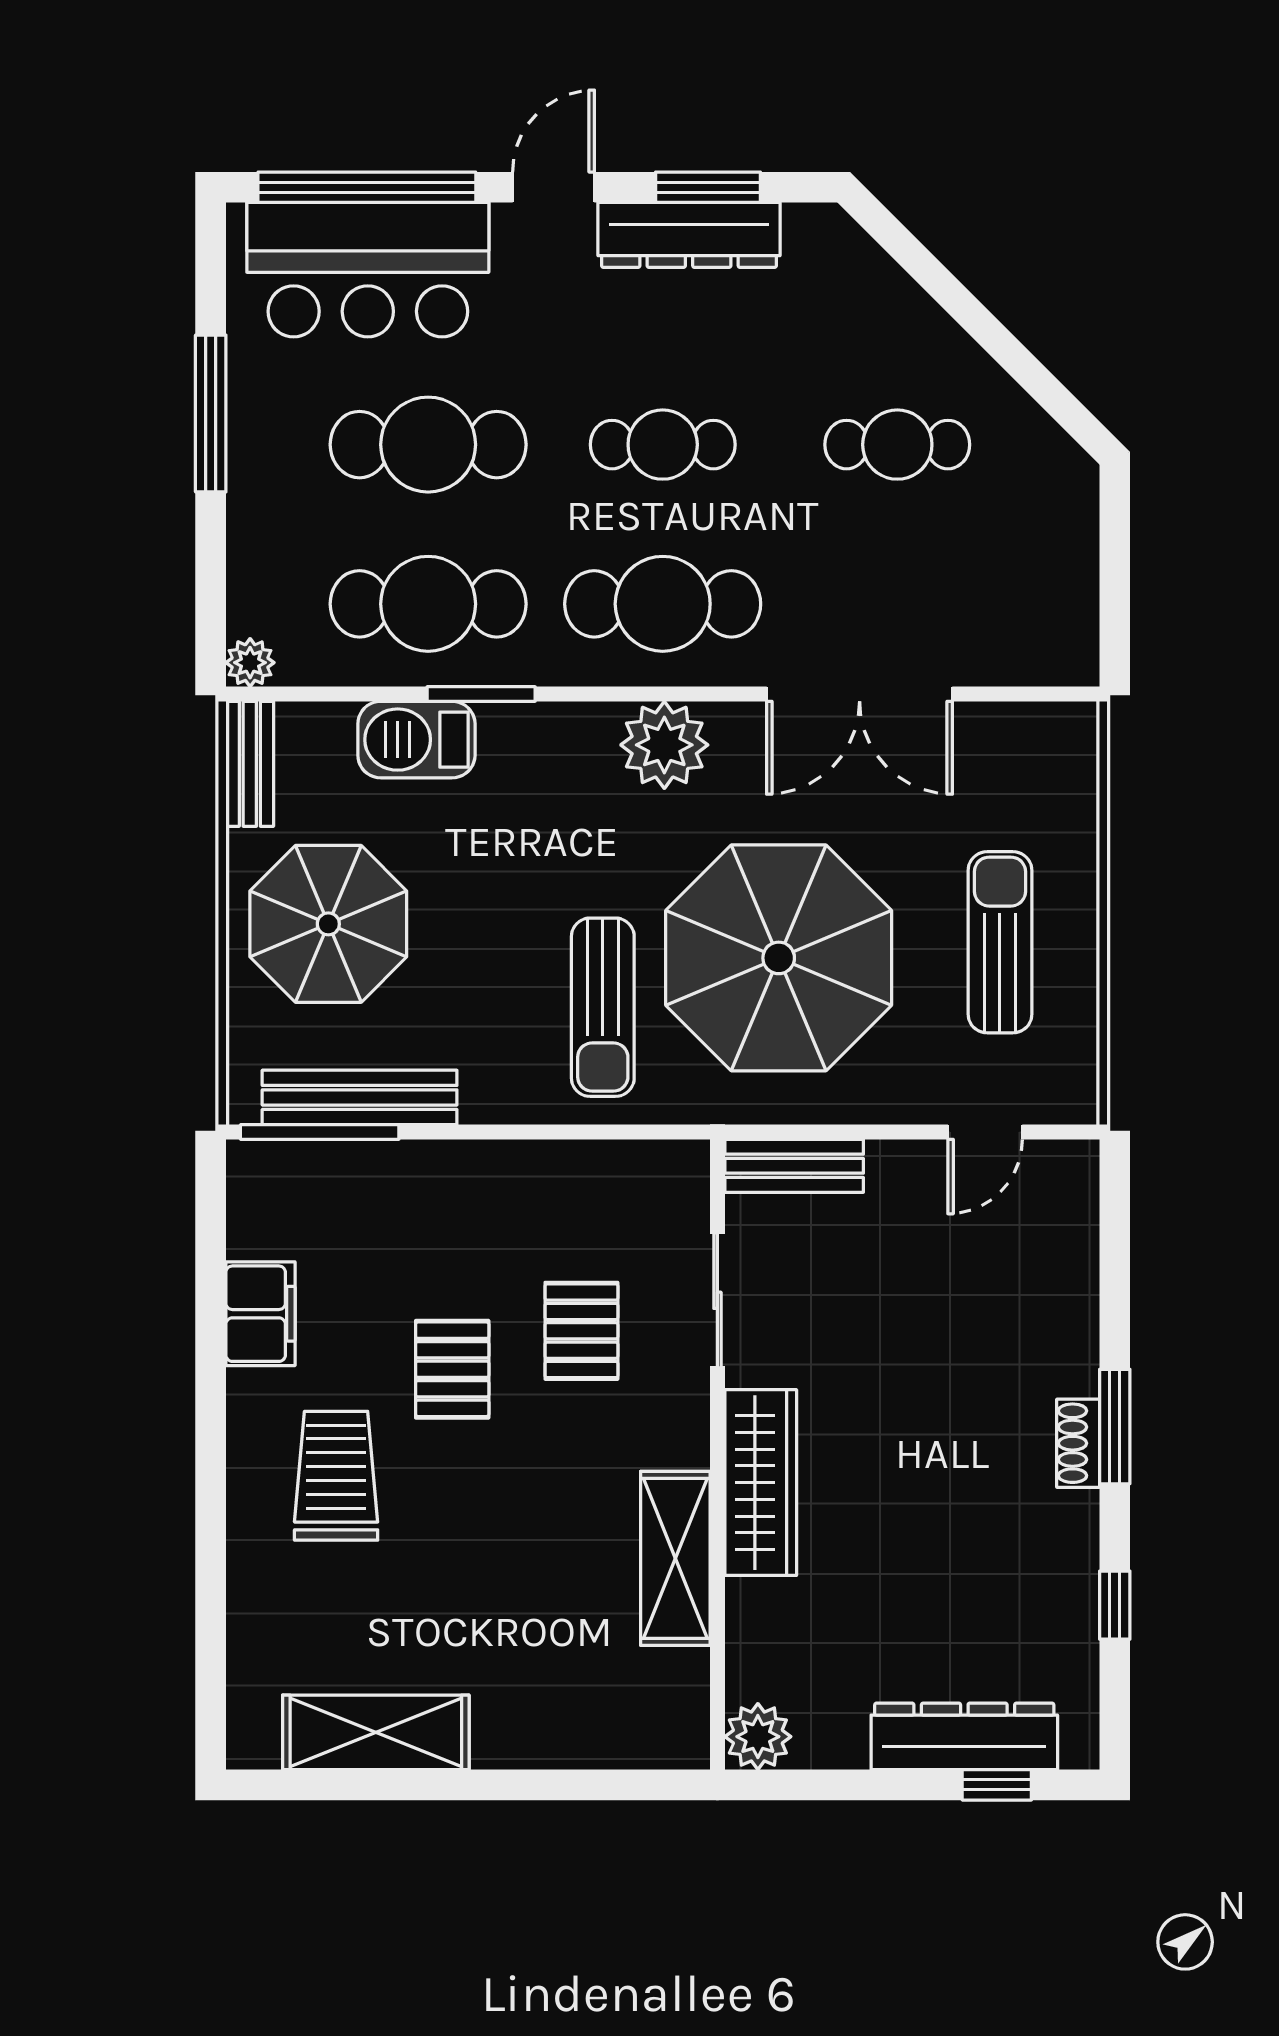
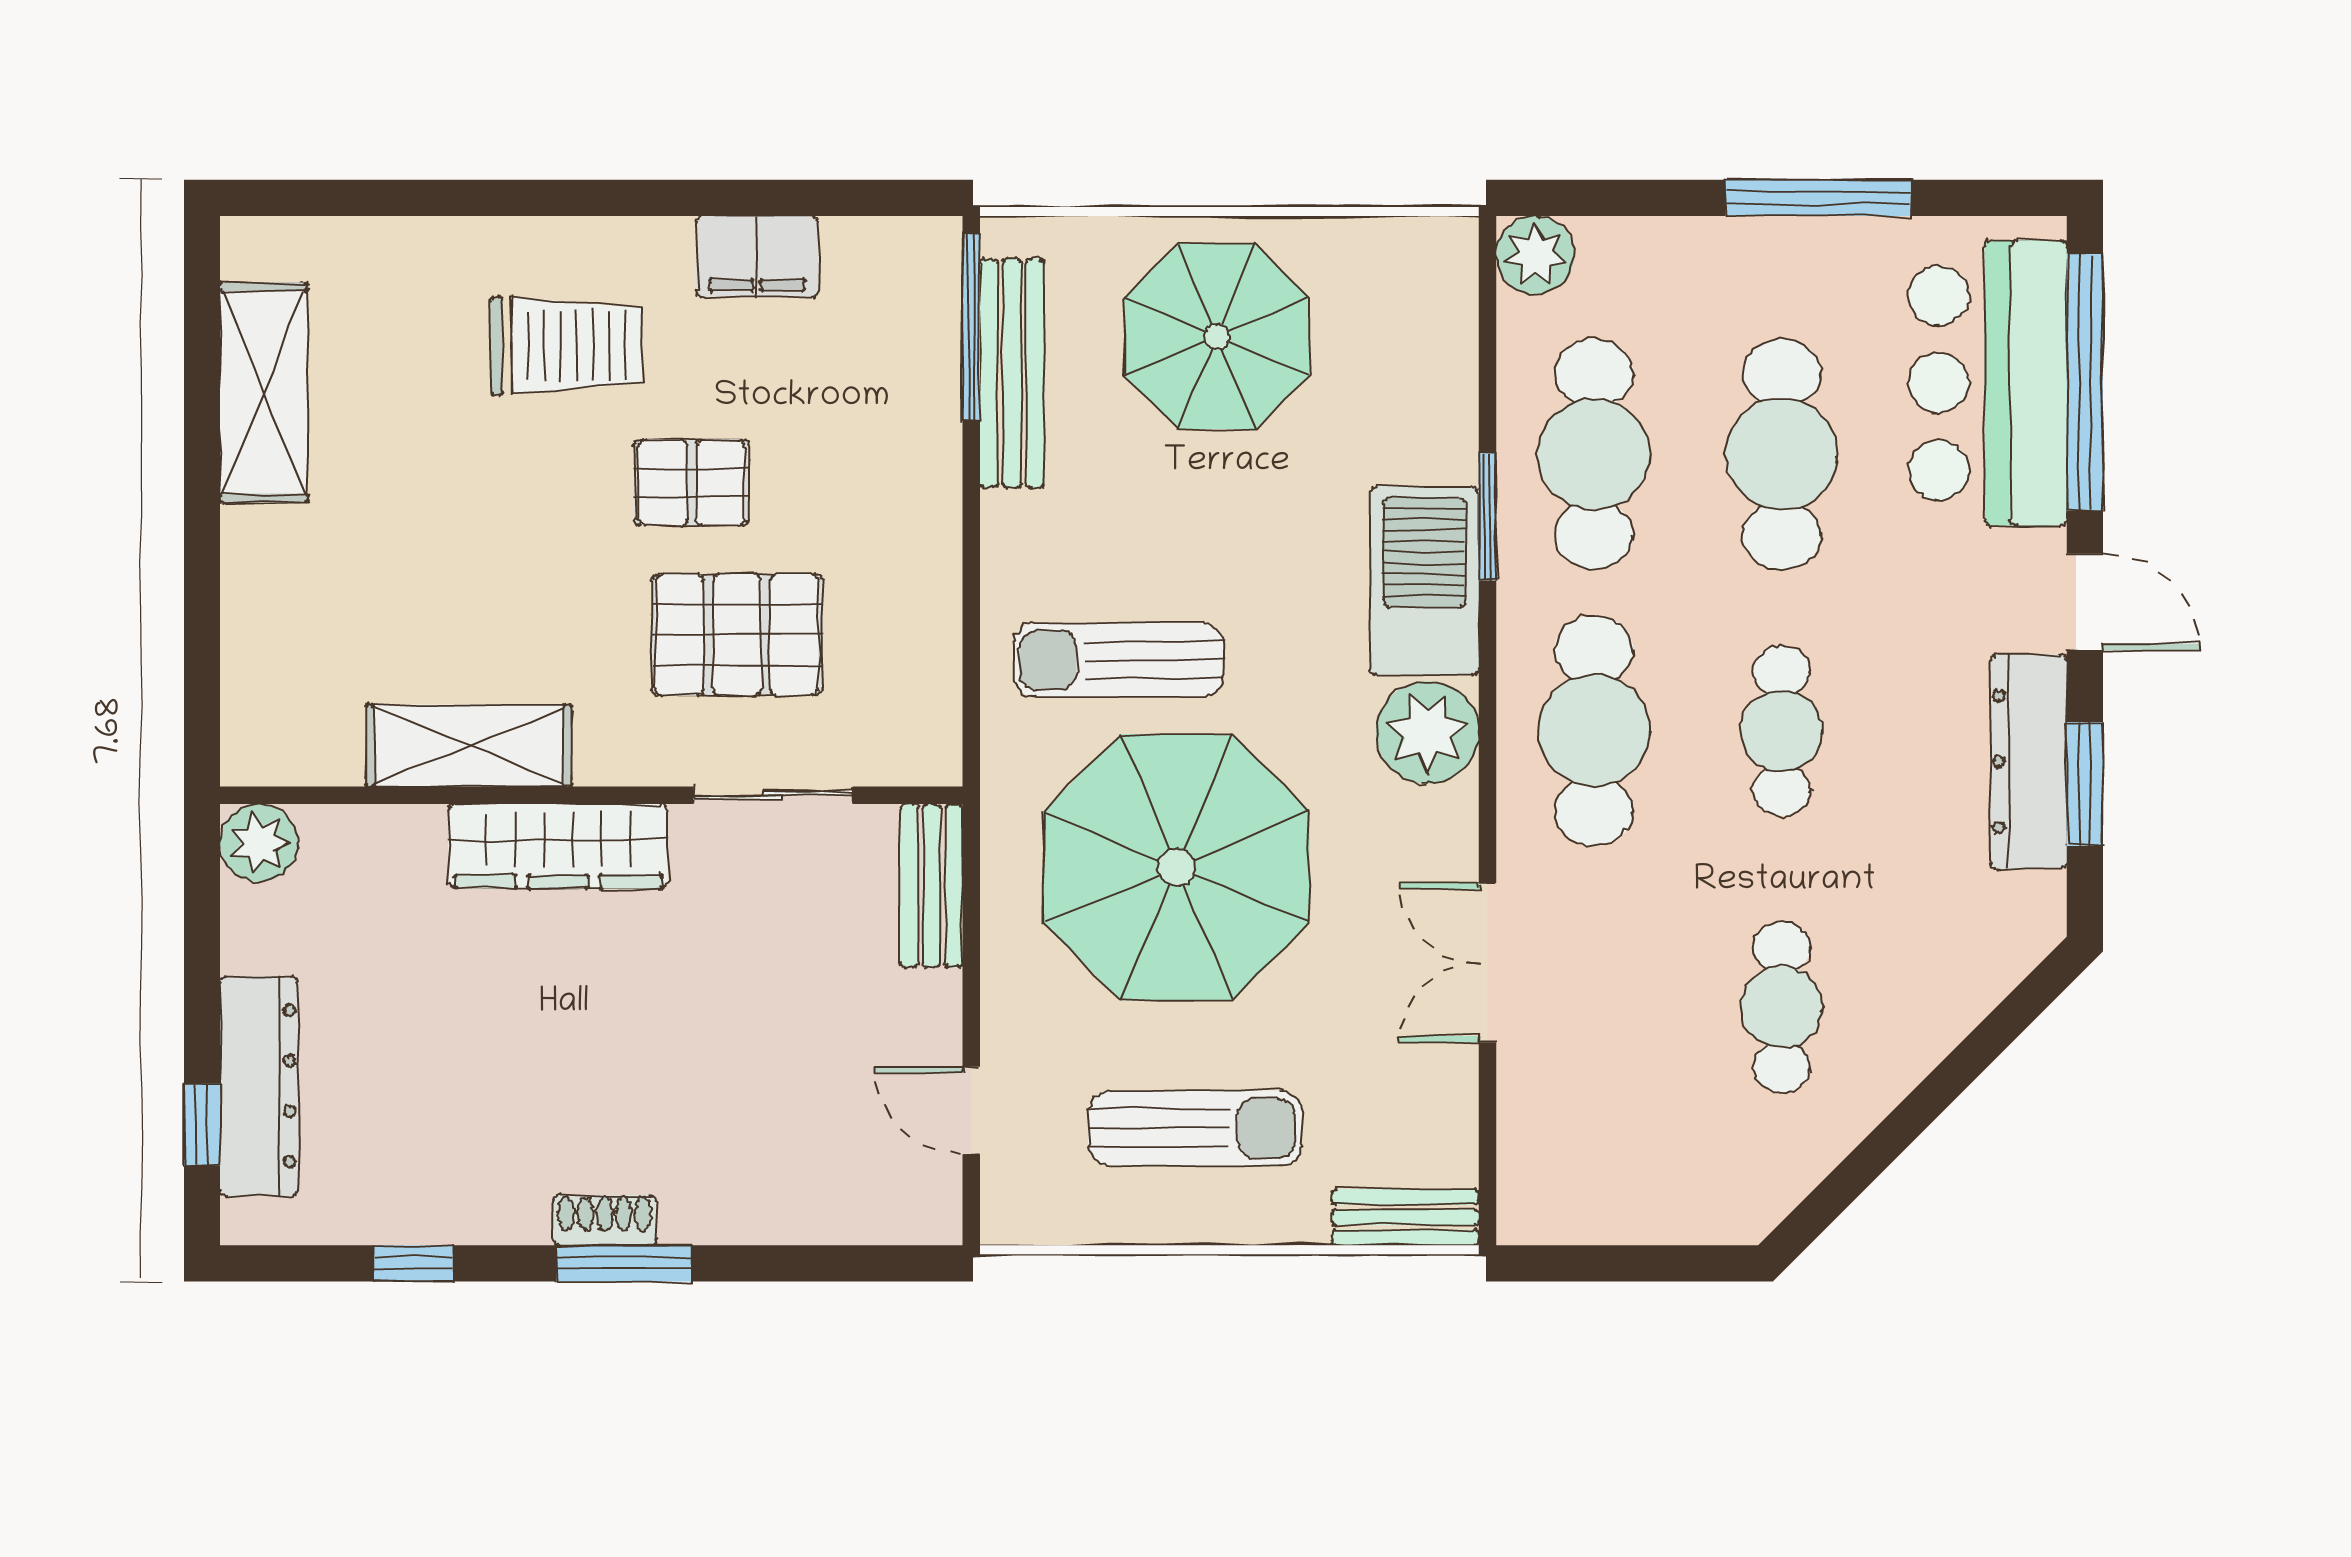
plant: (250, 663) -> (1535, 255), width x1.38, depth x1.38
double door: (860, 694) -> (1488, 963), width x0.73
barbecue: (416, 740) -> (1424, 581), moved, width x1.37, depth x1.21
bench: (250, 764) -> (1405, 1217), moved
pallet: (581, 1331) -> (737, 635), width x1.50, depth x1.42

